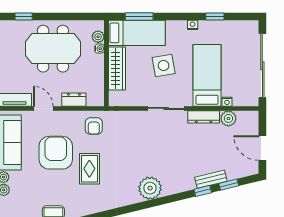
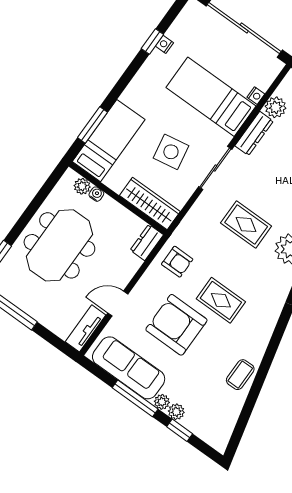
nightstand: (193, 25) -> (164, 44), moved
side table: (164, 65) -> (171, 152), moved
wardrobe: (117, 68) -> (150, 203), moved
dresser: (74, 100) -> (147, 242), moved
rug: (146, 151) -> (246, 225), added

